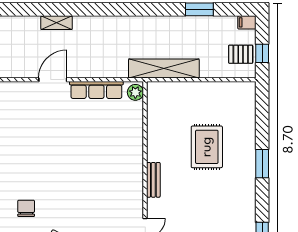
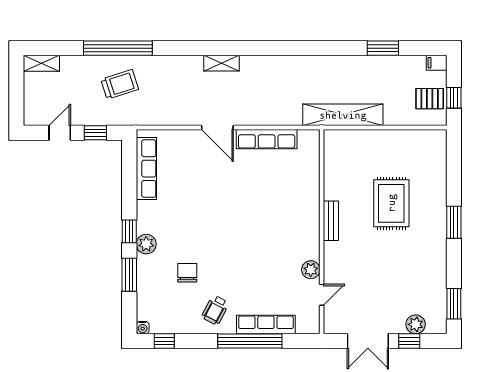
door: (53, 80) -> (217, 128), swing flipped
plant: (135, 92) -> (311, 270), moved
bench: (153, 180) -> (331, 221), moved

